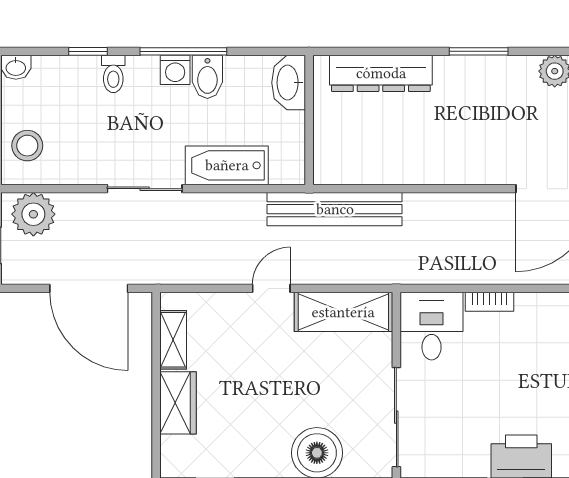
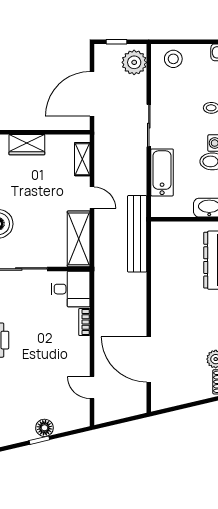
shelving: (173, 340) -> (82, 159), moved, turned 90

